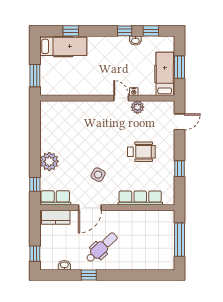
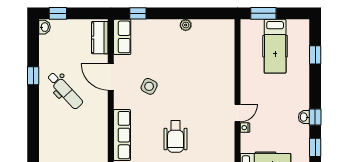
washbasin: (135, 40) -> (304, 117), moved
hospital bed: (63, 46) -> (275, 46), moved
plant: (137, 107) -> (227, 132), removed
plant: (49, 161) -> (186, 25), moved, width x0.53, depth x0.53
washbasin: (64, 265) -> (44, 27), moved

